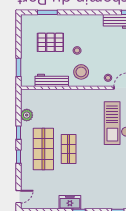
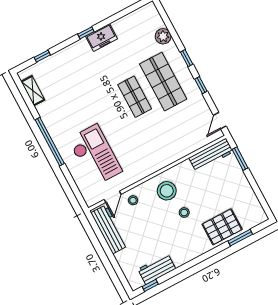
pallet: (50, 42) -> (222, 227), moved
workbench: (52, 80) -> (211, 155), moved
plant: (27, 115) -> (163, 36), moved
door: (18, 197) -> (220, 121), moved

